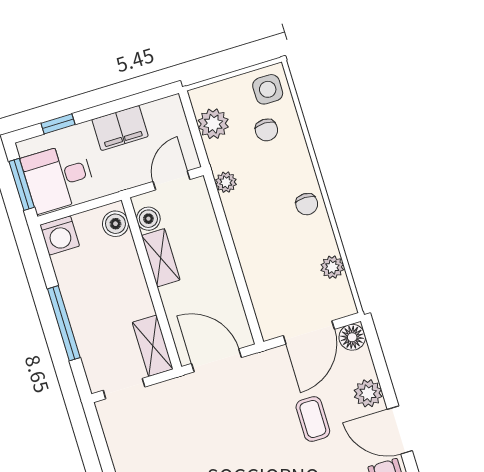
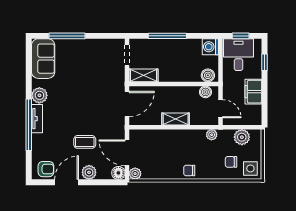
window: (22, 184) -> (241, 36), width x0.67
shelving: (161, 258) -> (176, 119), moved
plant: (332, 267) -> (135, 174), moved

